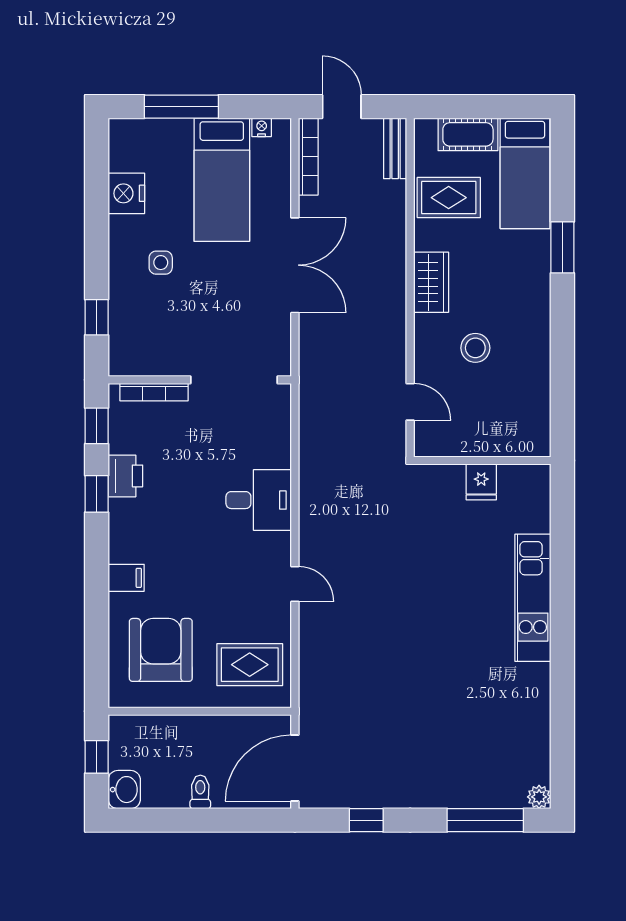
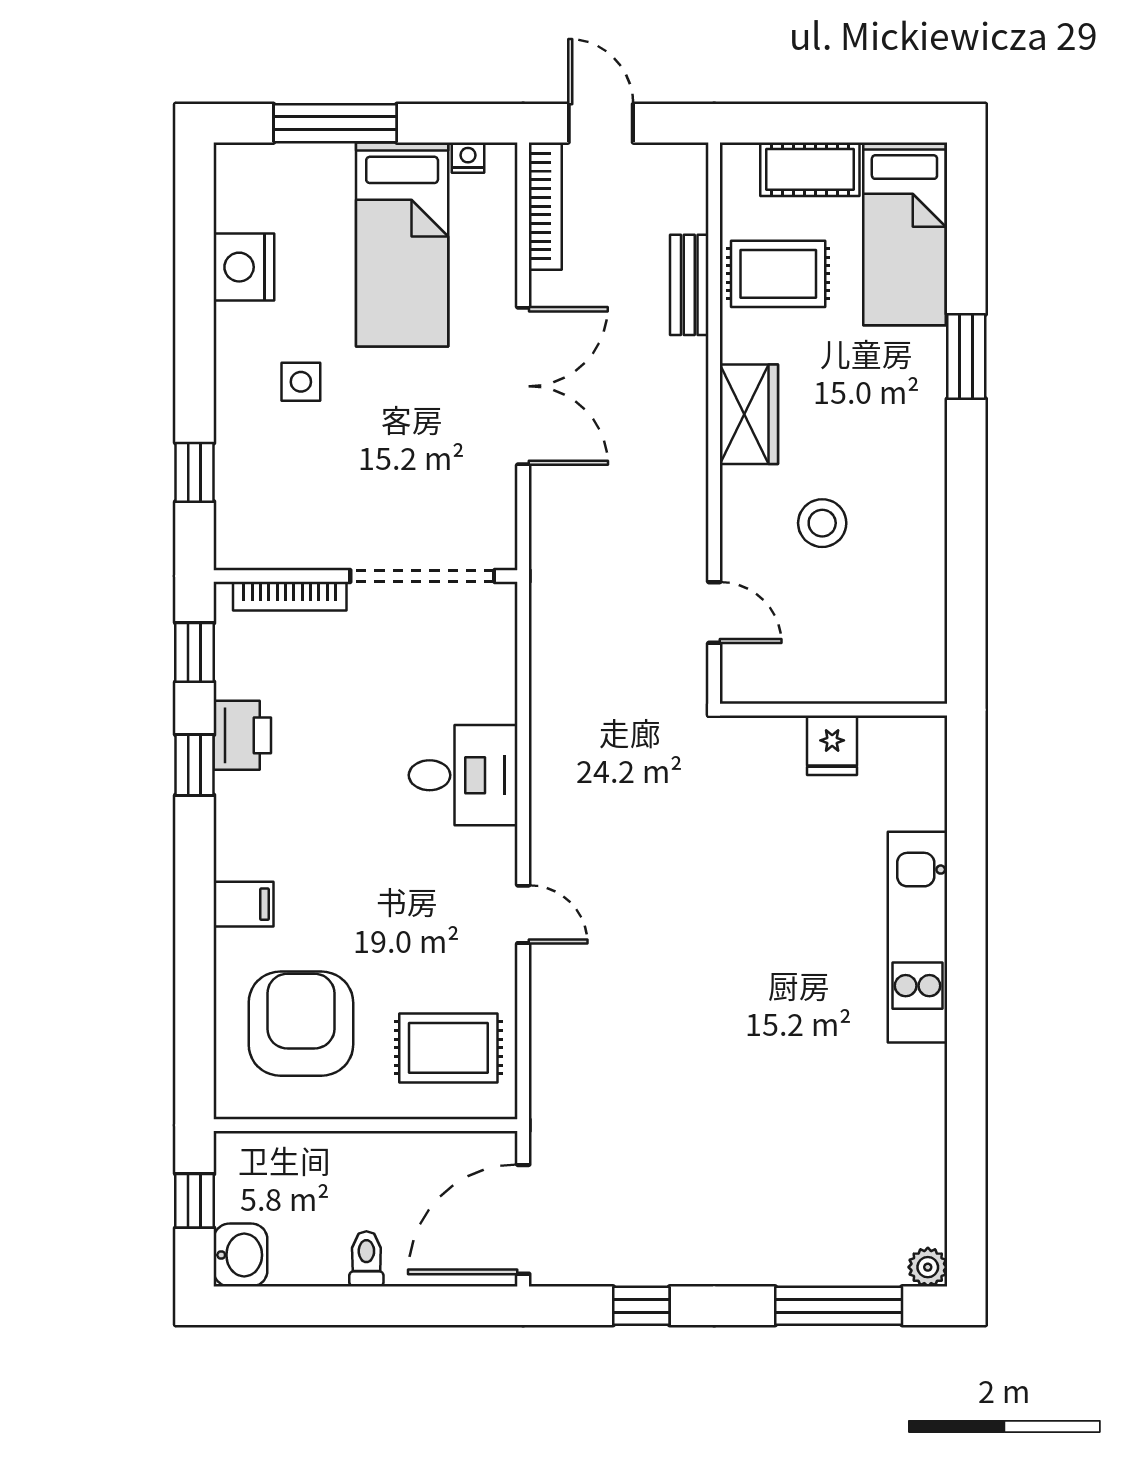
bench: (395, 148) -> (689, 285), moved

